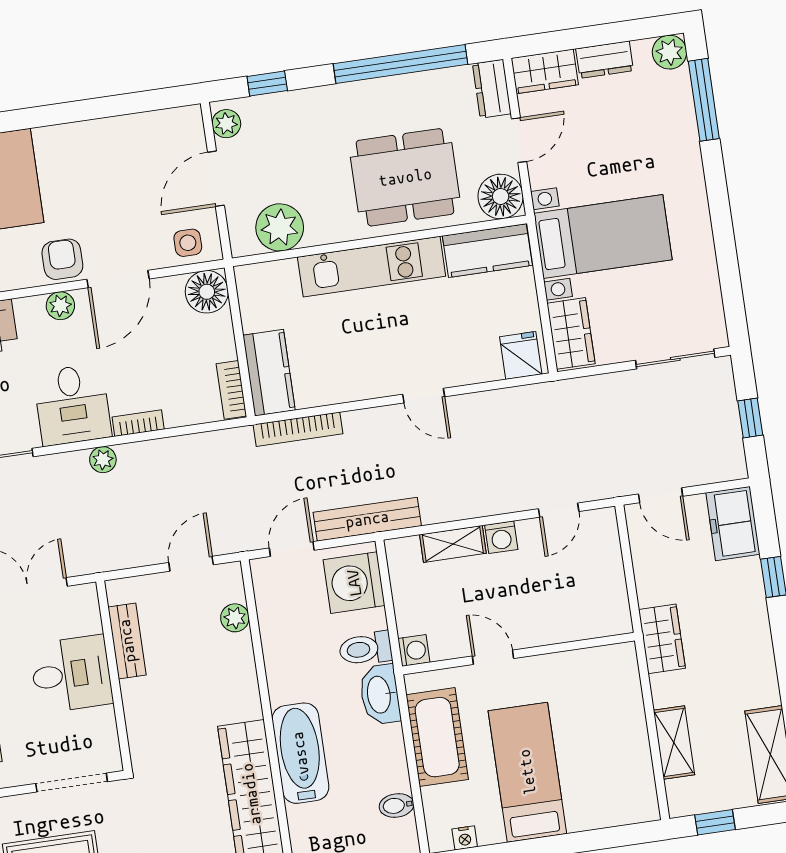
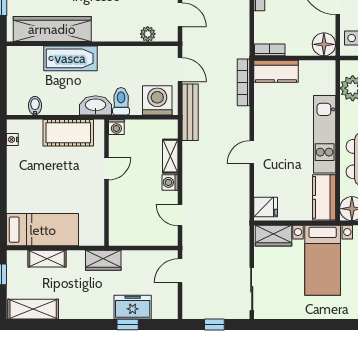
freezer: (733, 524) -> (133, 307), moved
bed: (527, 772) -> (43, 230), moved

